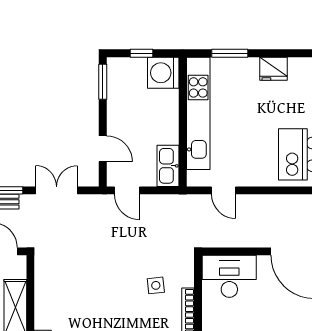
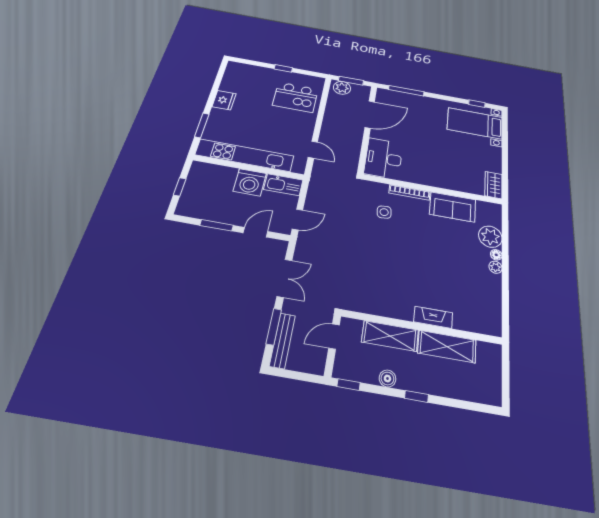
washing machine: (163, 73) -> (250, 182), moved
window: (103, 82) -> (217, 225), moved
double door: (57, 190) -> (285, 278), swing flipped
door: (224, 190) -> (313, 150), hinge flipped

